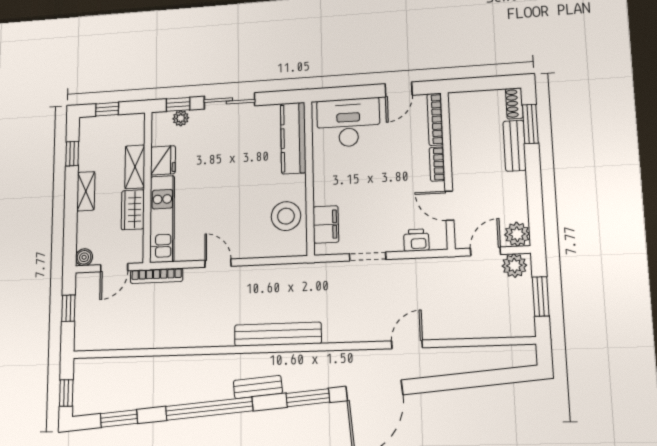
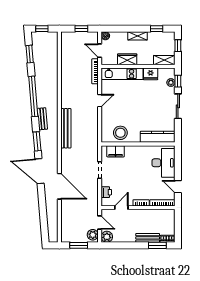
shelving: (135, 167) -> (164, 60), moved
door: (407, 344) -> (59, 186), width x1.88

